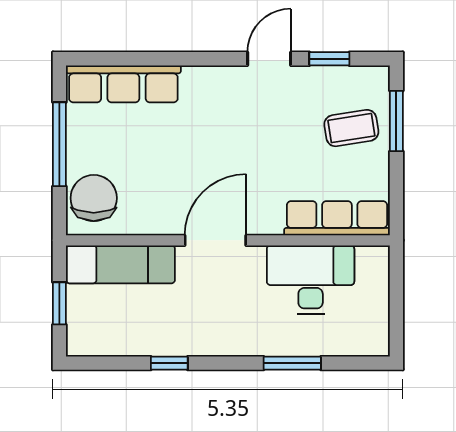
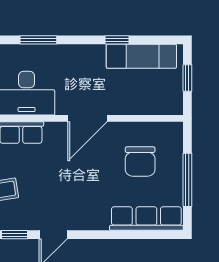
chair: (94, 198) -> (140, 161), moved
exam couch: (120, 264) -> (141, 56), moved, turned 180

